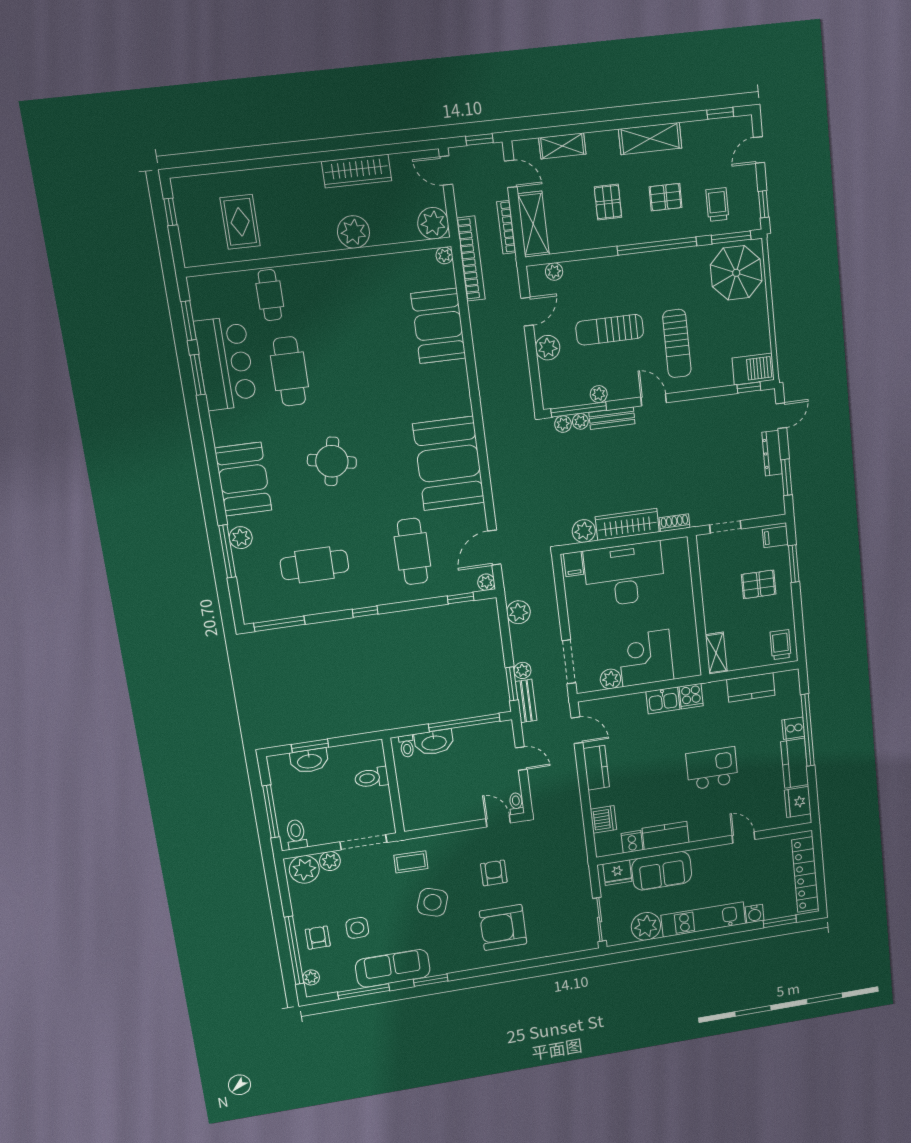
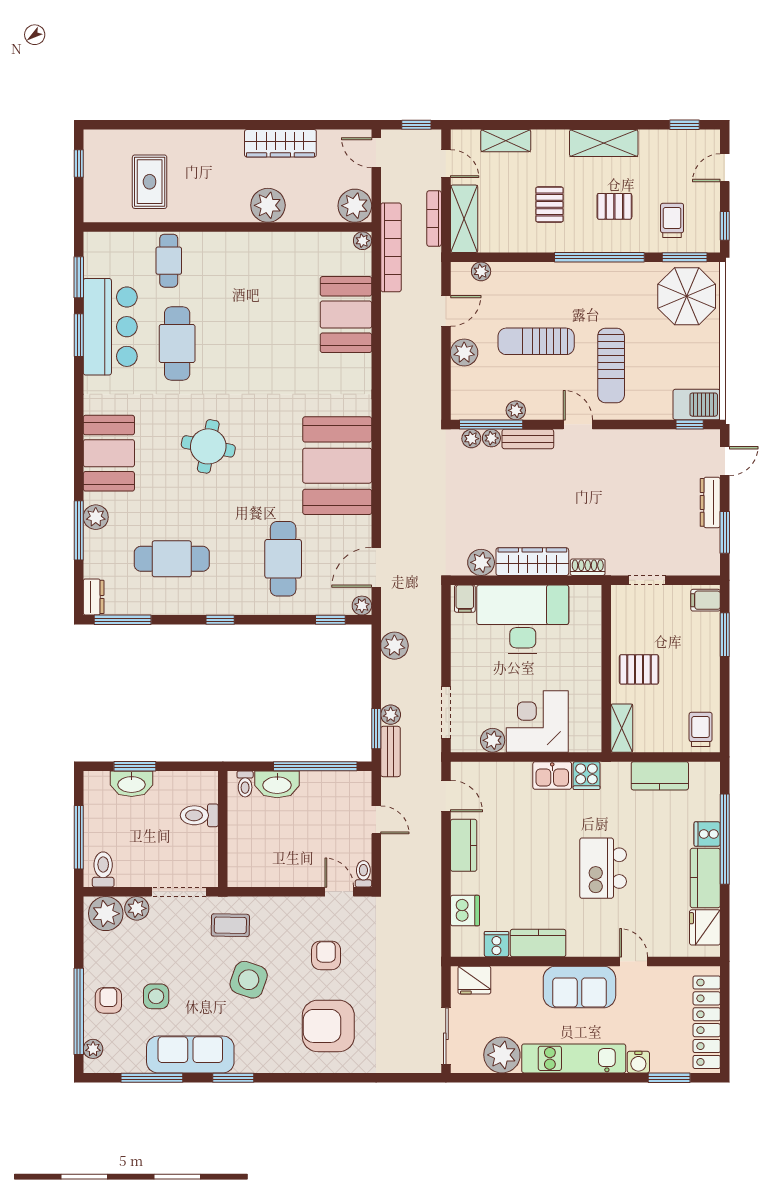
pallet: (759, 584) -> (639, 669), moved
dresser: (250, 608) -> (94, 597), added
kitchen island: (712, 768) -> (603, 868), turned -90
sofa: (662, 871) -> (579, 987), moved

